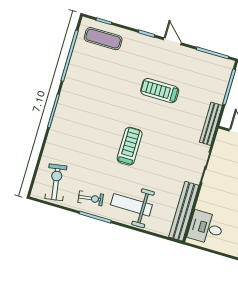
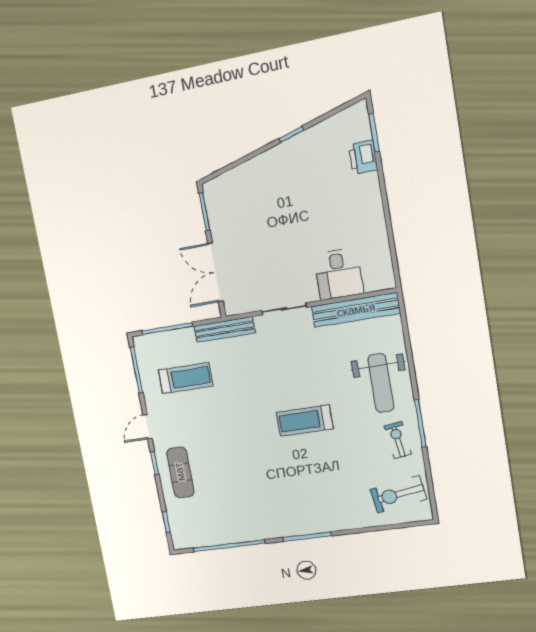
exercise mat: (103, 39) -> (180, 472), moved
treadmill: (160, 91) -> (186, 378), moved, turned -90
desk: (206, 228) -> (338, 274), moved

